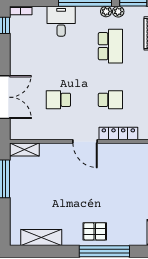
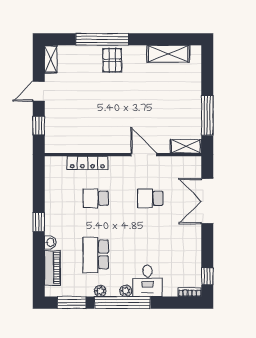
plant: (118, 12) -> (126, 291), moved
school desk: (58, 100) -> (150, 198), turned 180
door: (85, 141) -> (144, 155), moved
pallet: (95, 231) -> (112, 60), turned 90

